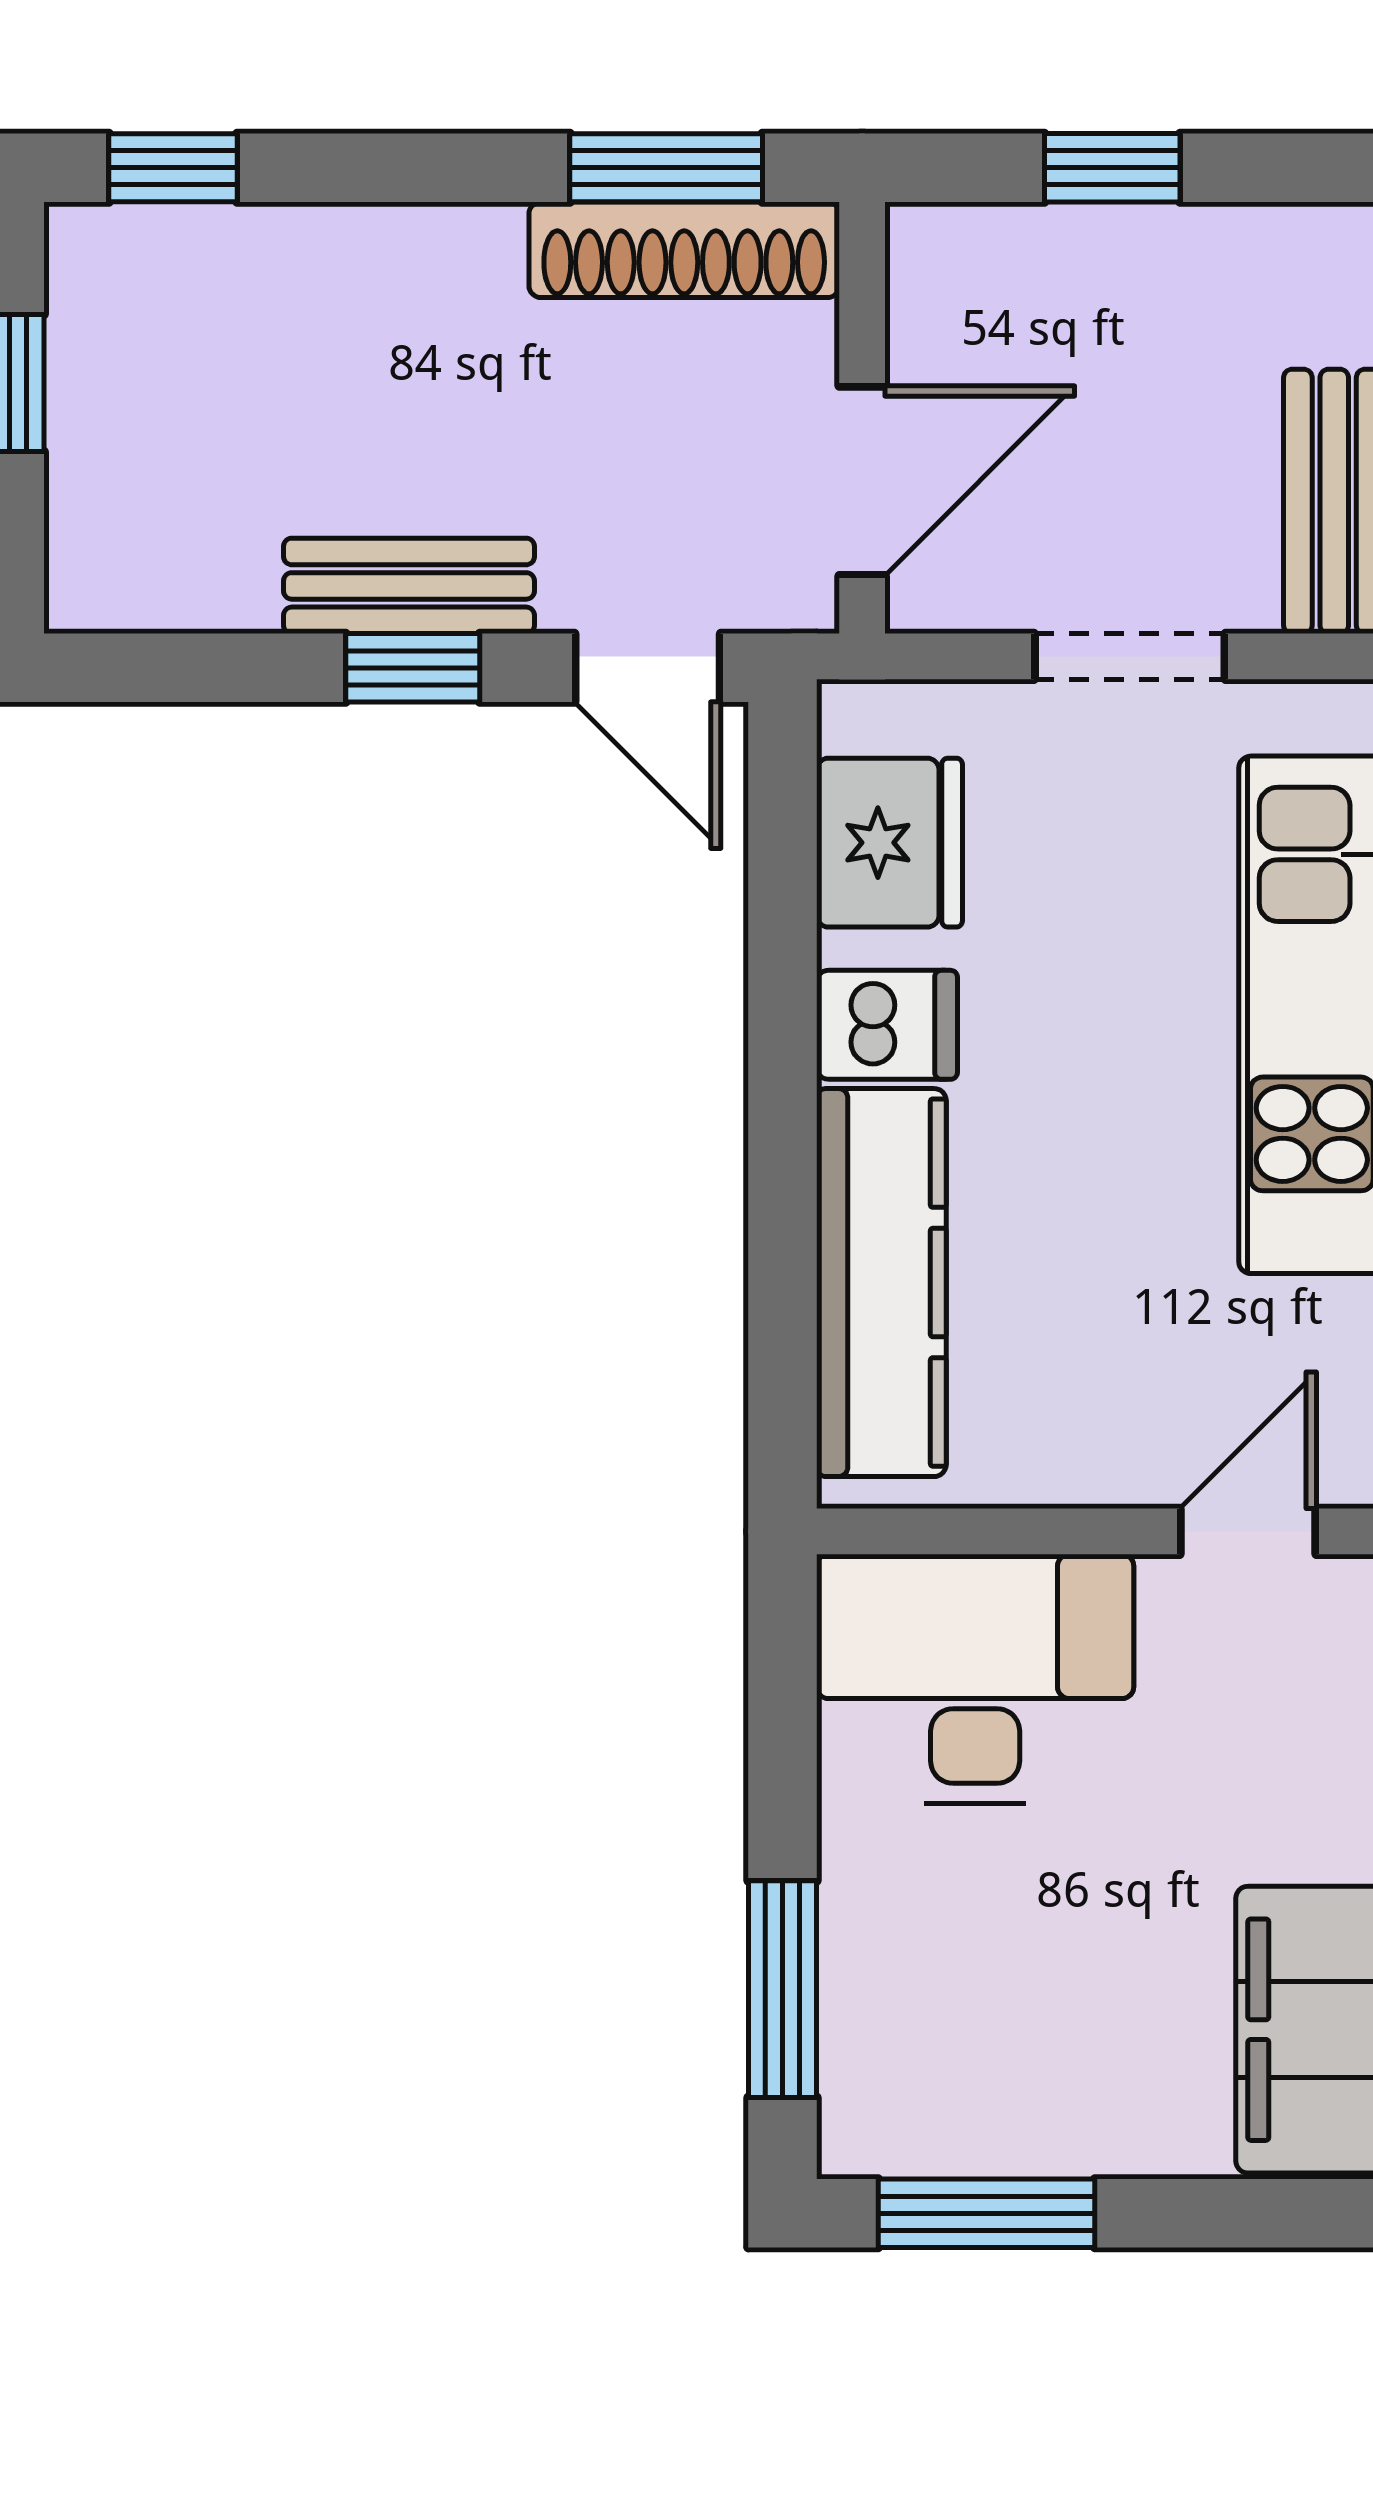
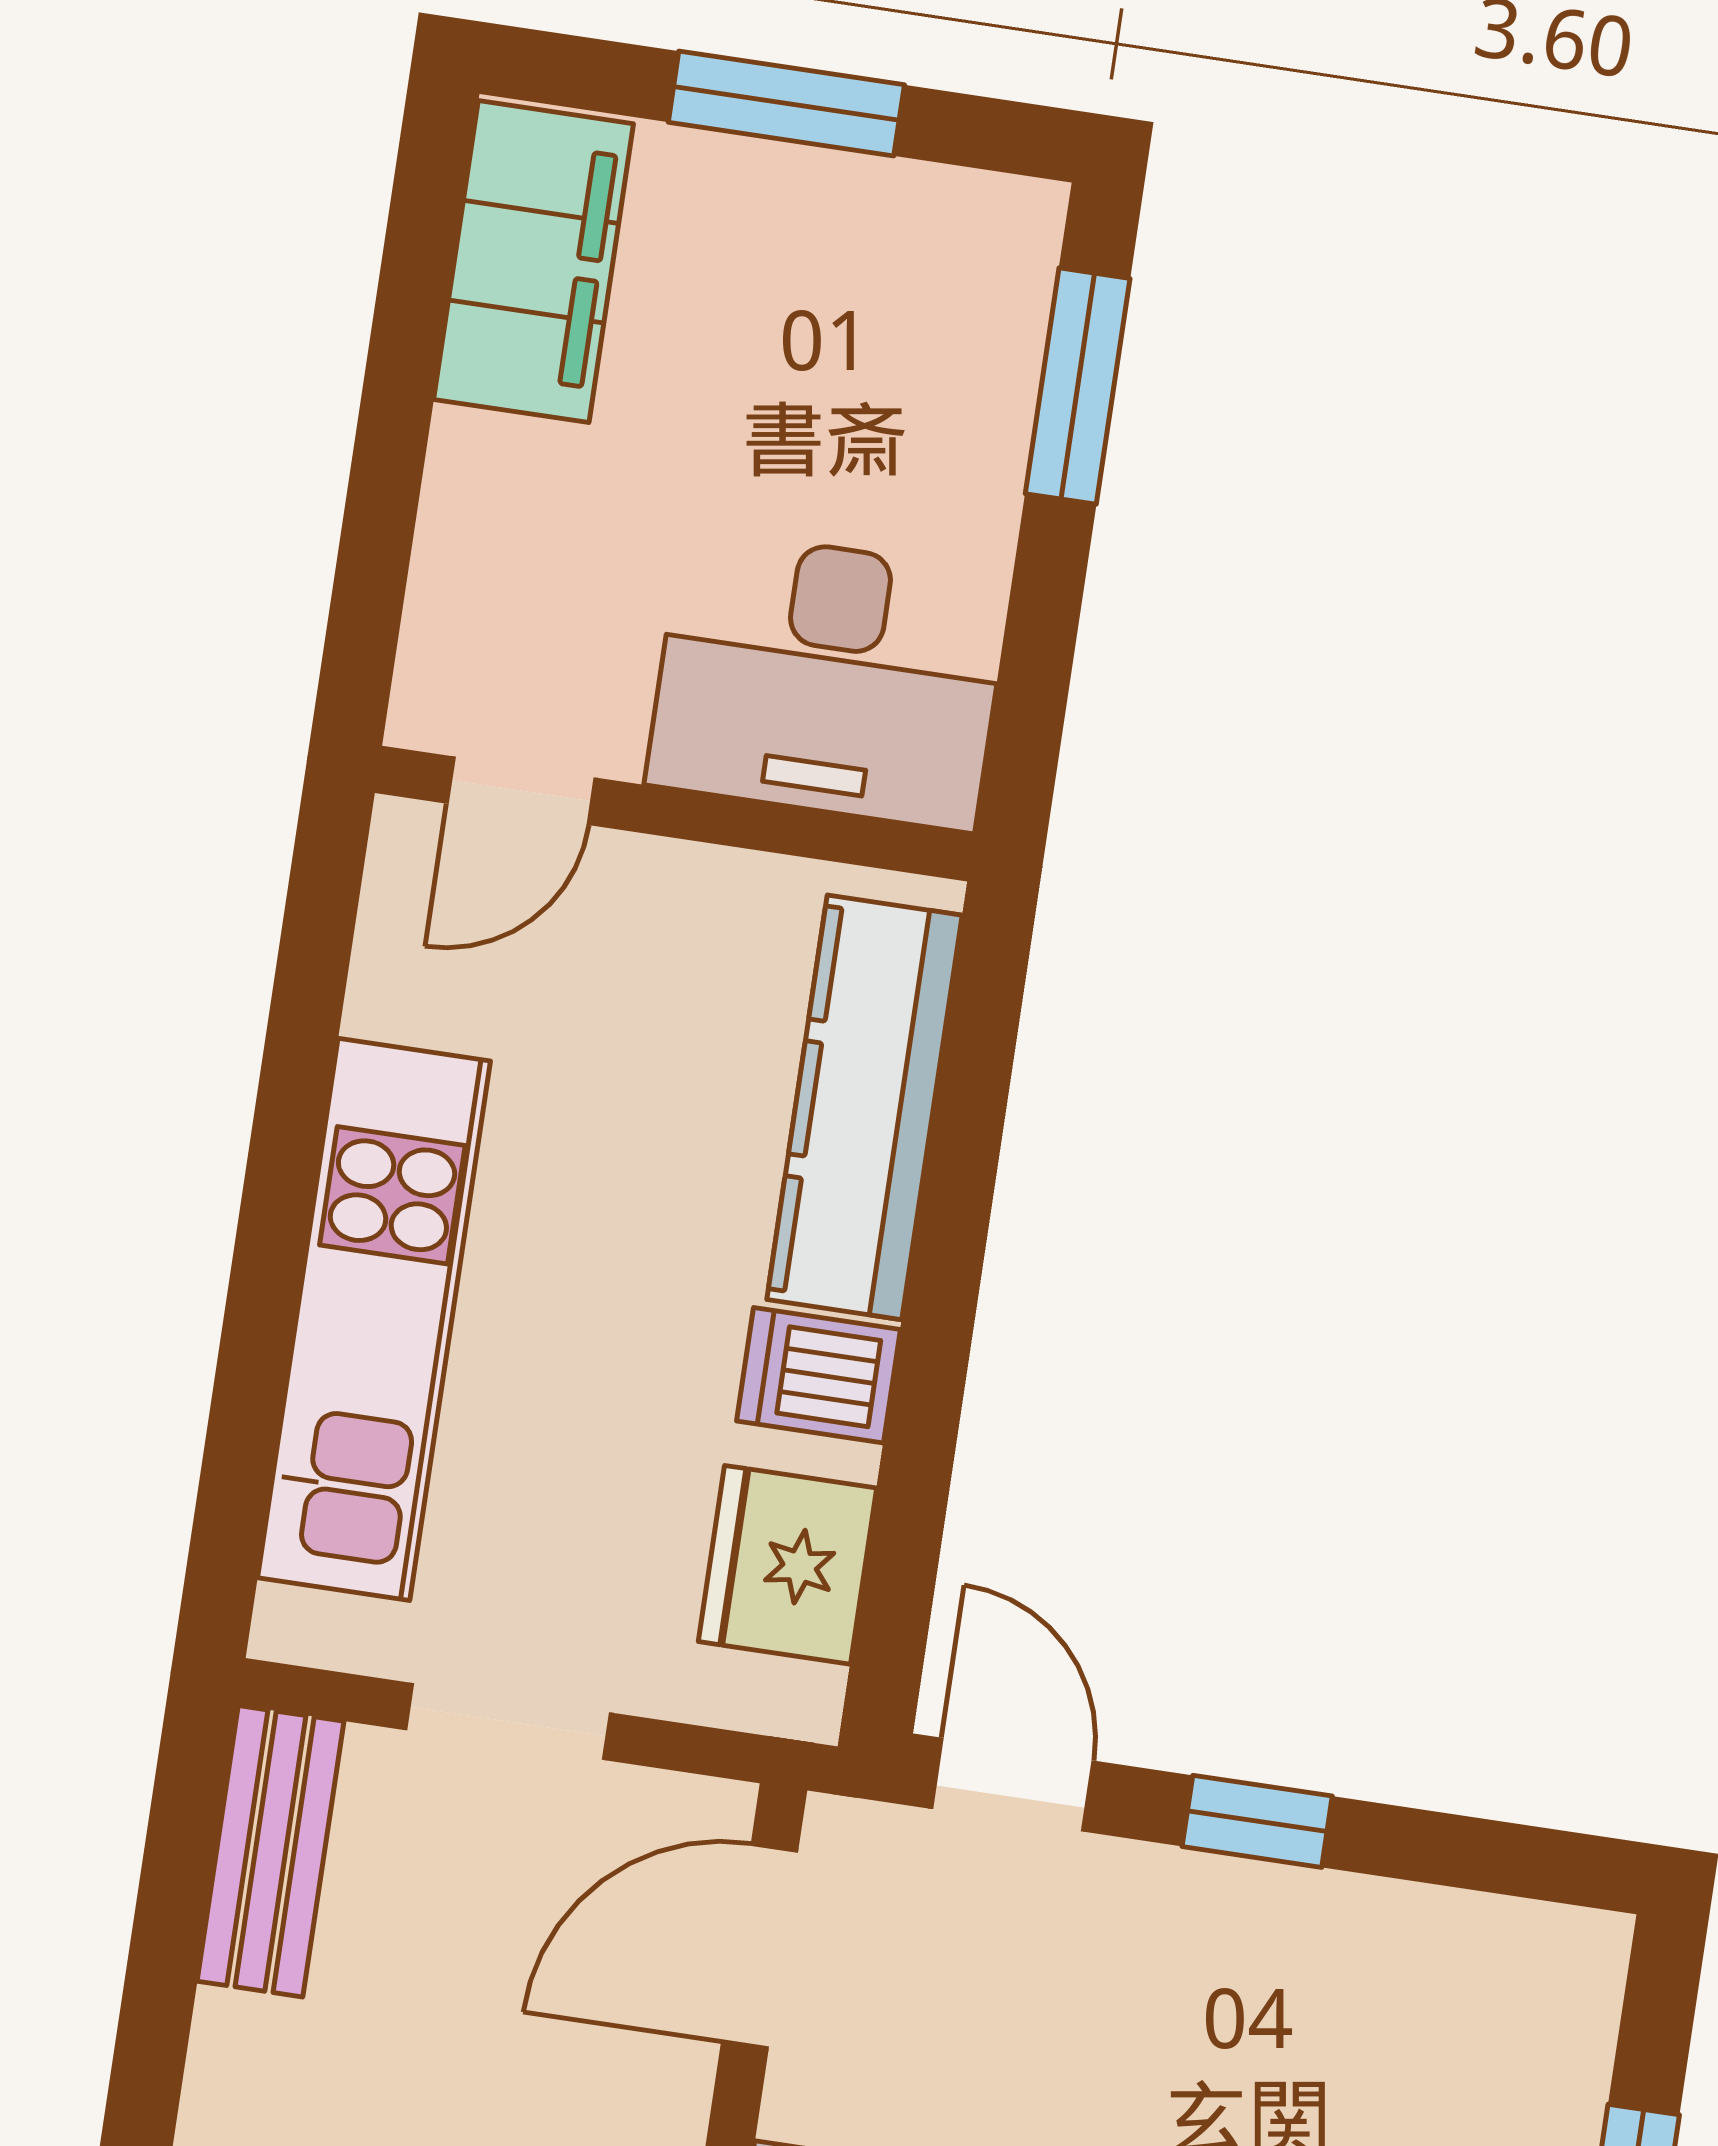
bench: (409, 586) -> (1248, 1907), removed
window: (986, 2213) -> (786, 104), moved

